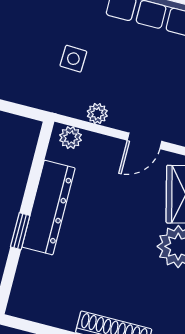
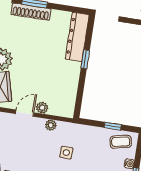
plant: (71, 138) -> (42, 108), moved
dresser: (49, 208) -> (77, 37), moved

